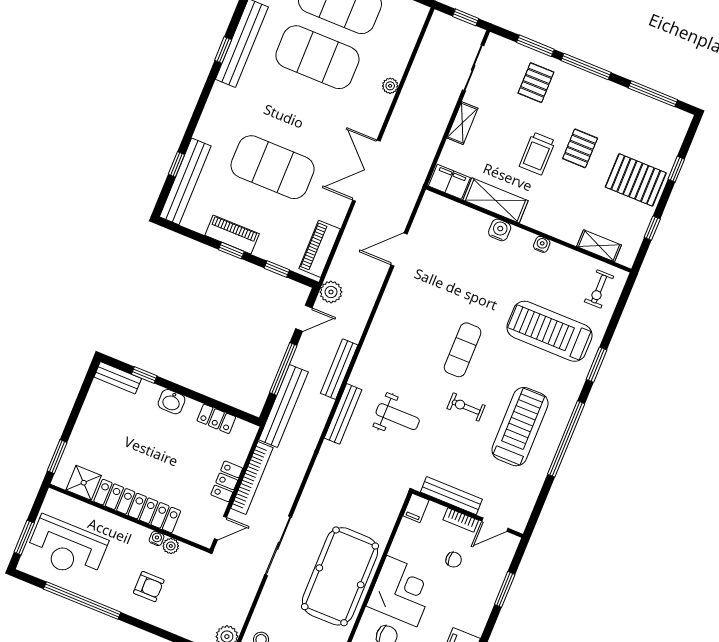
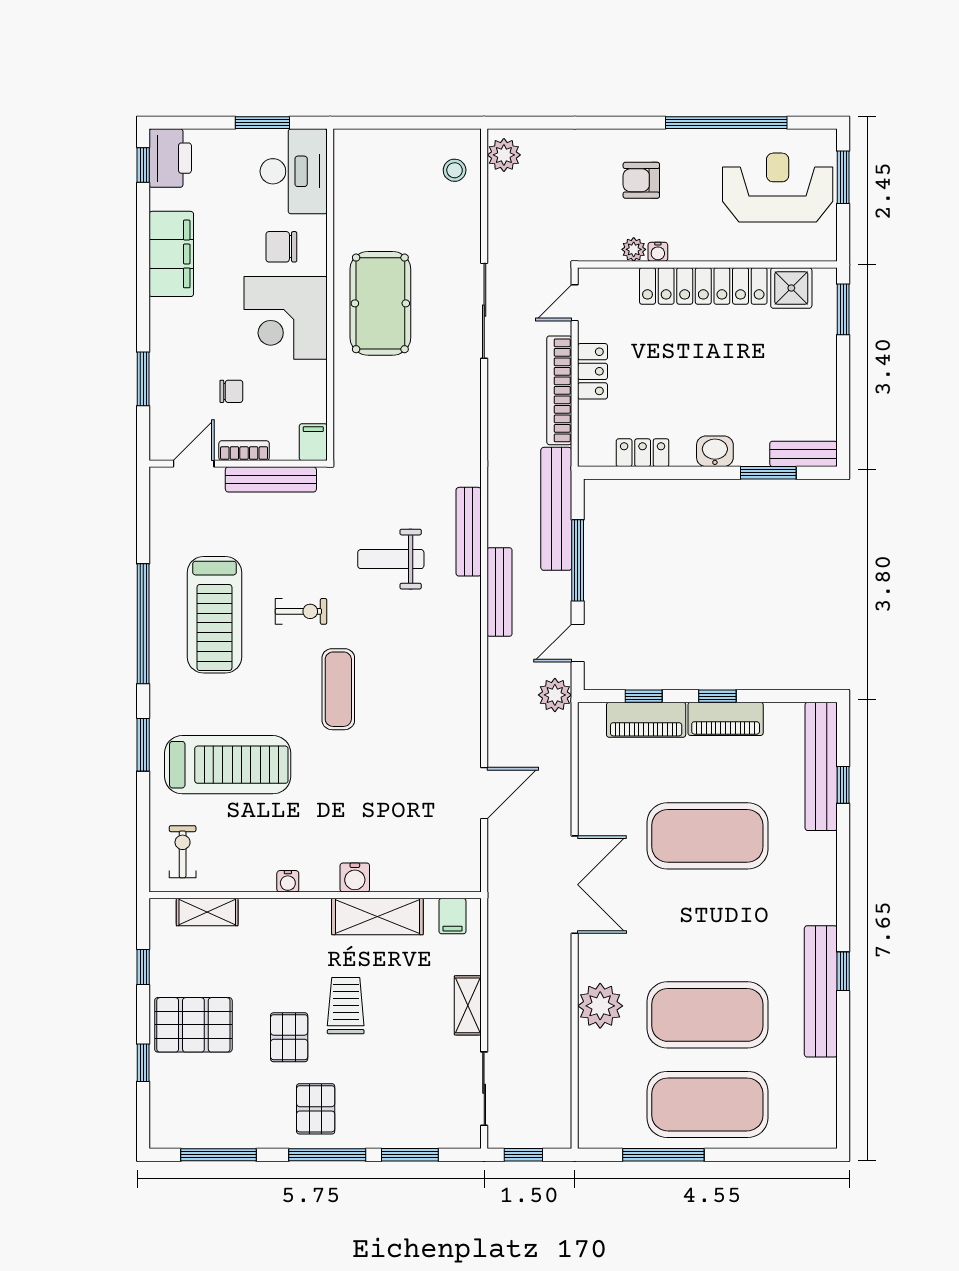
pallet: (536, 83) -> (316, 1109), moved
plant: (390, 86) -> (600, 1006), width x1.87, depth x1.87
filing cabinet: (449, 182) -> (452, 916), width x0.50
piano: (320, 249) -> (646, 720), moved, turned 90
window: (144, 375) -> (768, 473), width x1.50
chair: (454, 560) -> (231, 391), turned 180
pool table: (340, 576) -> (380, 303), width x0.73, depth x0.76

